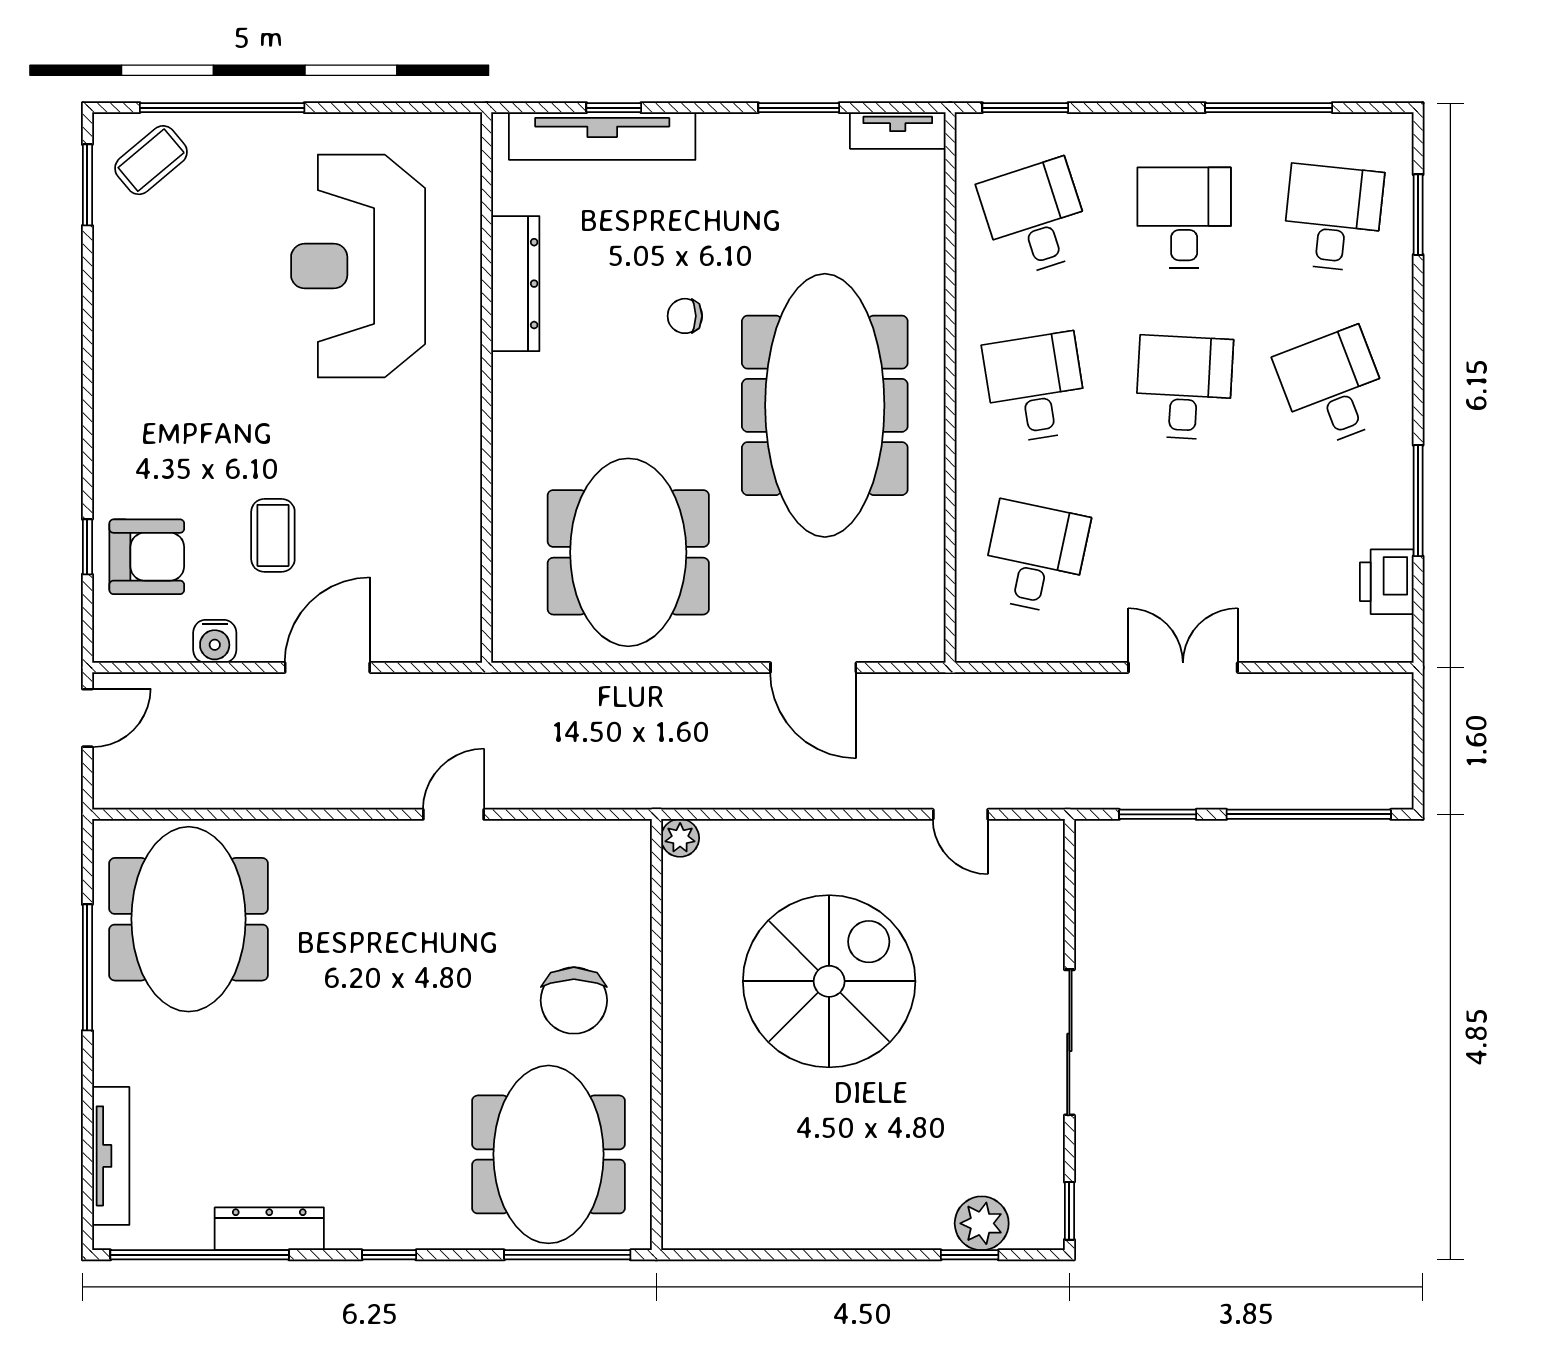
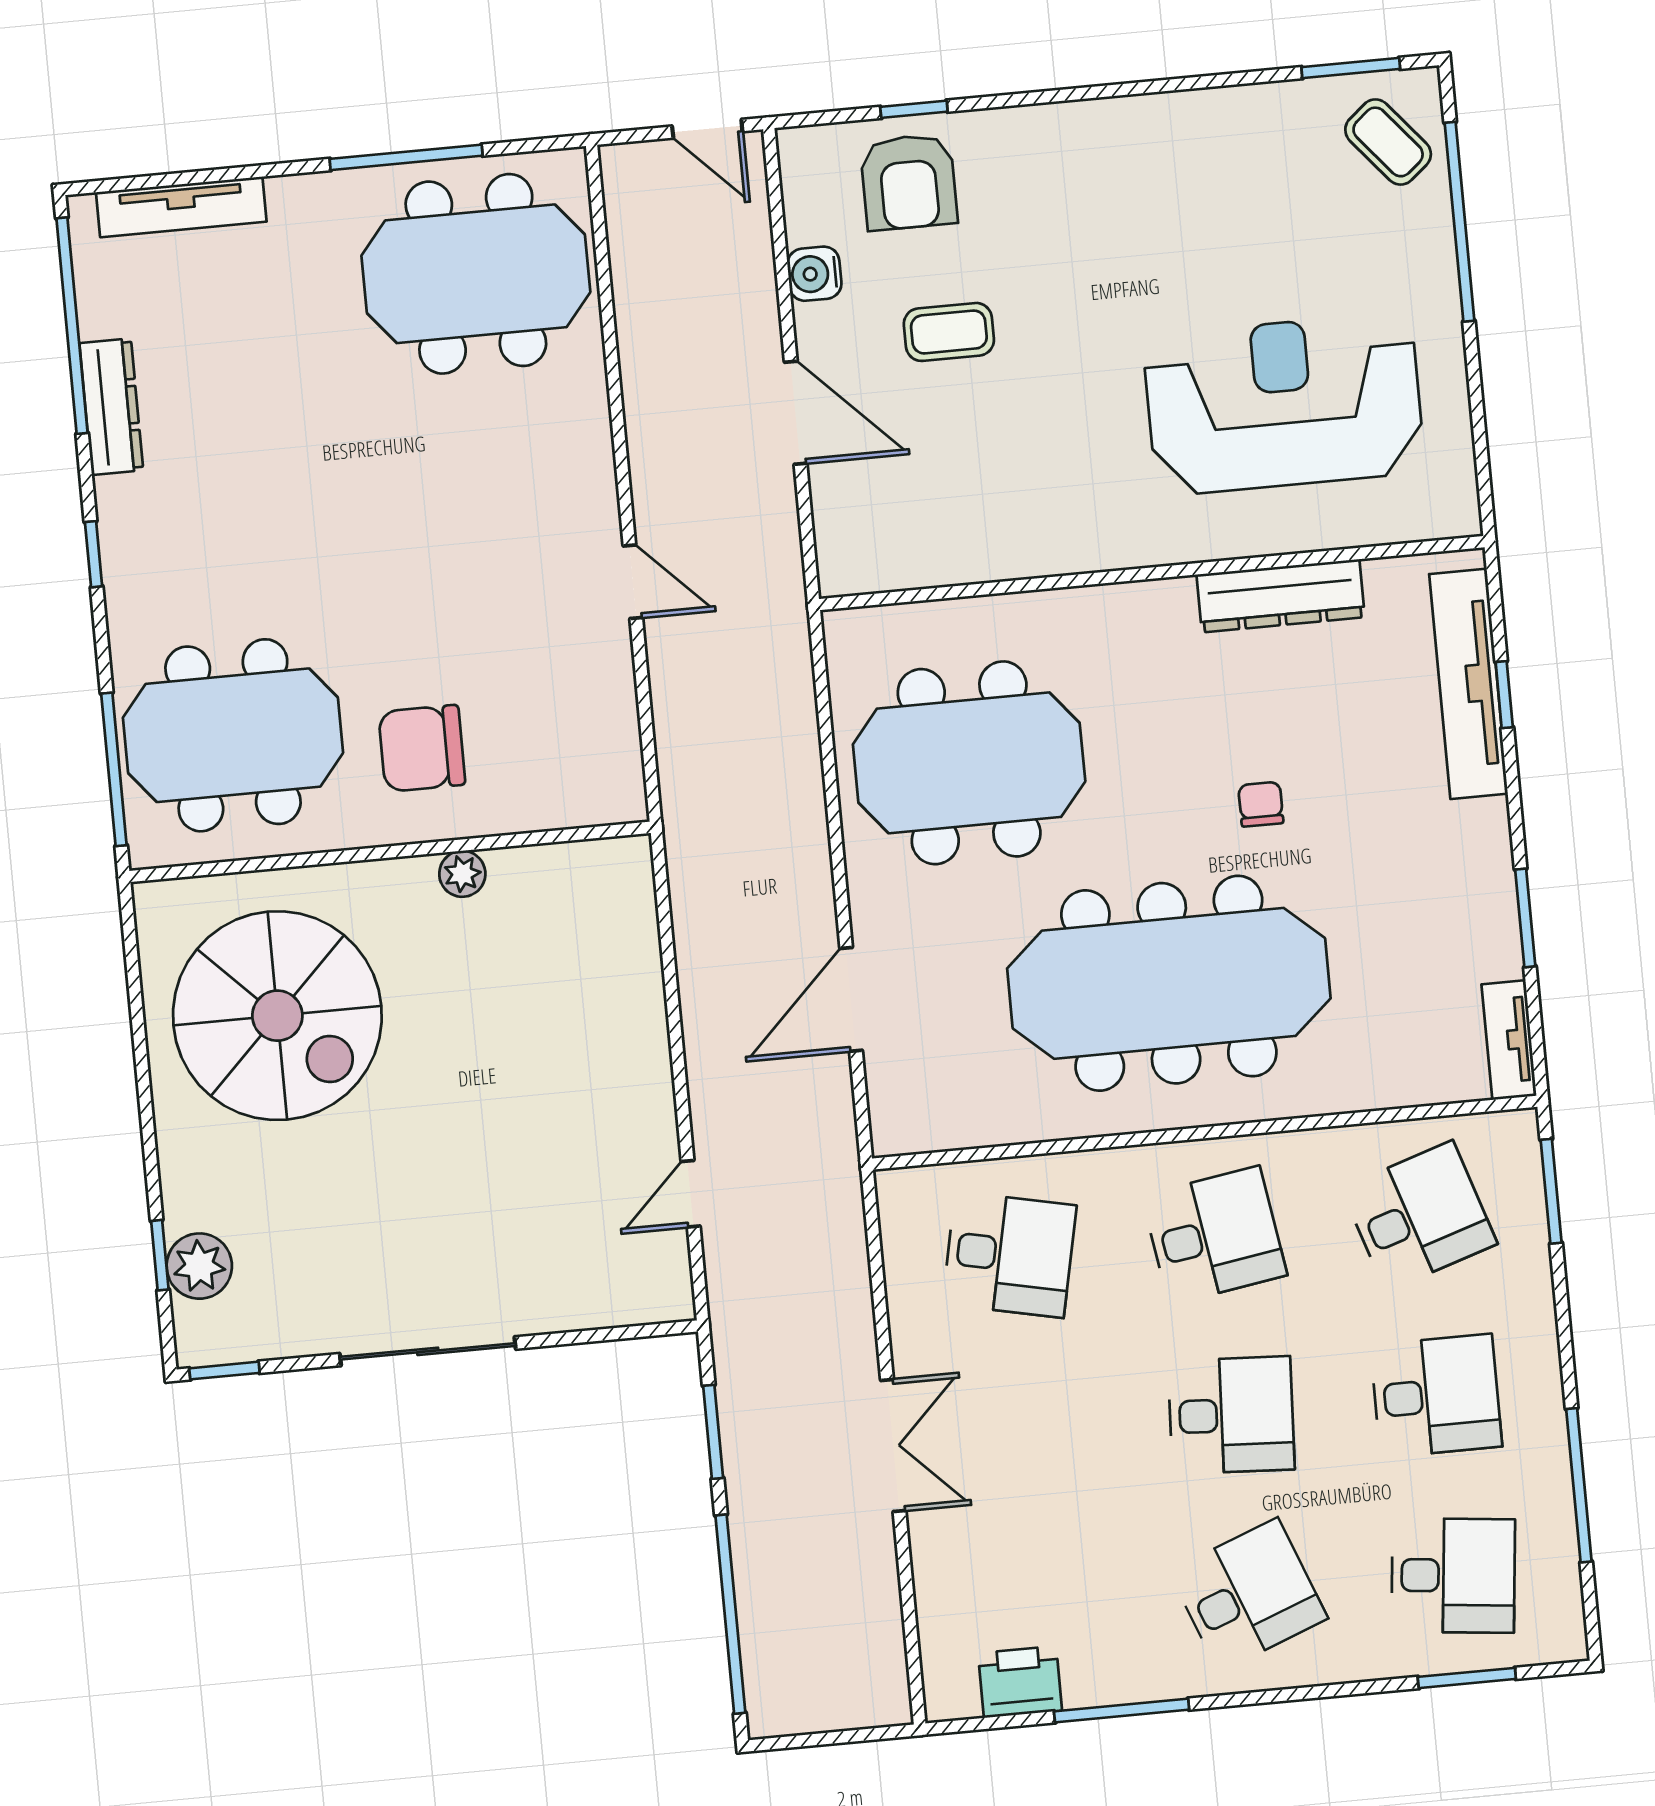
plant: (680, 838) -> (462, 874), moved
spiral stairs: (829, 981) -> (277, 1016), moved

